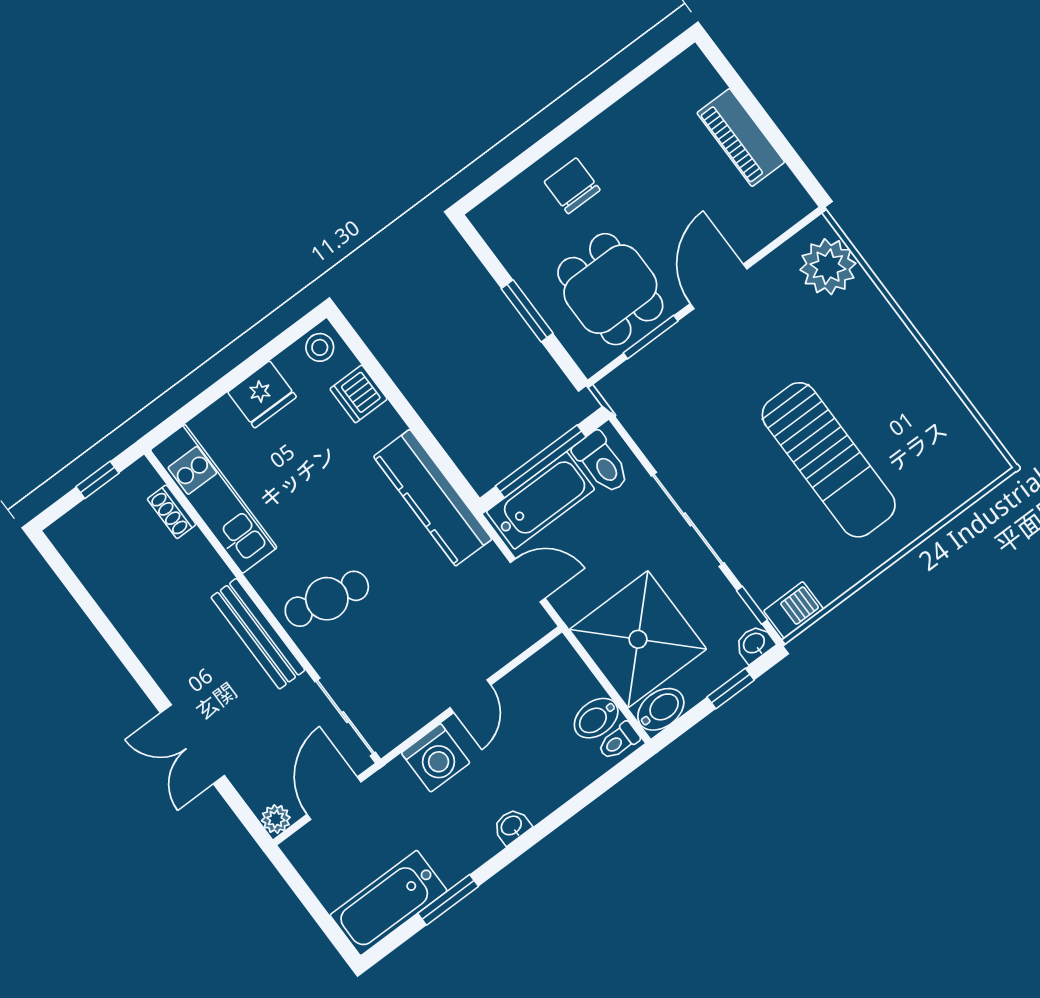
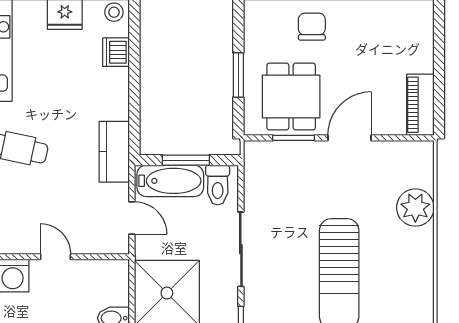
piano: (741, 138) -> (420, 105), moved
plant: (828, 267) -> (415, 208), moved
window: (541, 461) -> (186, 160), width x0.69
kitchen counter: (433, 498) -> (114, 152), width x0.67
door: (470, 696) -> (56, 257), swing flipped

